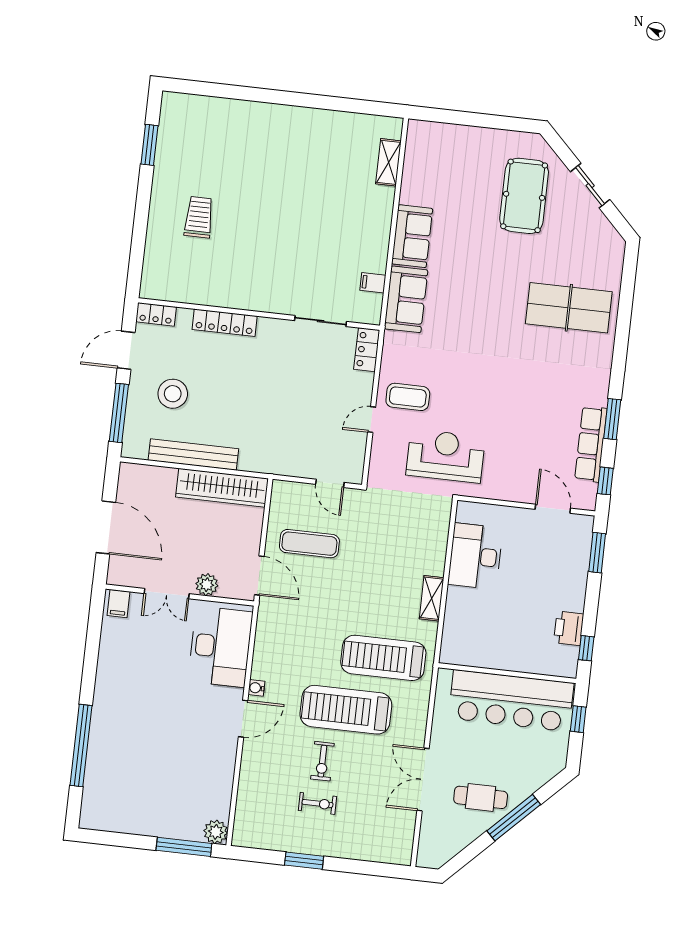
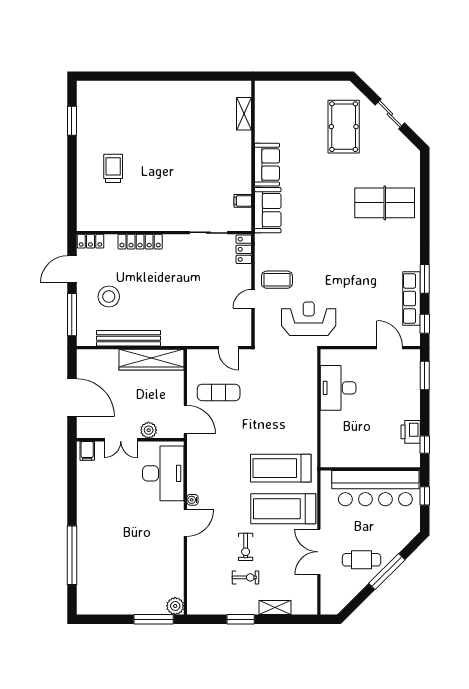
shelving: (432, 598) -> (275, 608), moved, turned 90
treadmill: (346, 710) -> (283, 509), moved

